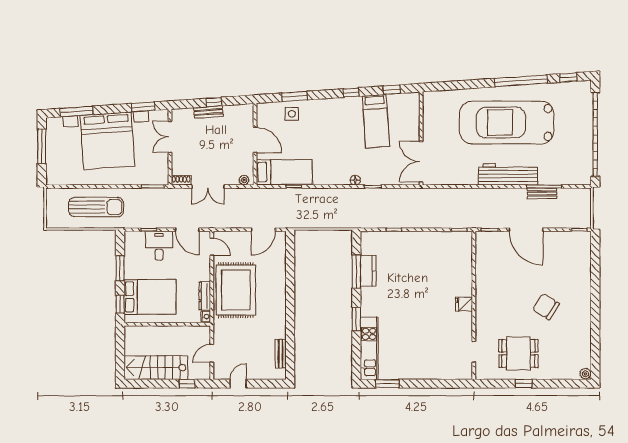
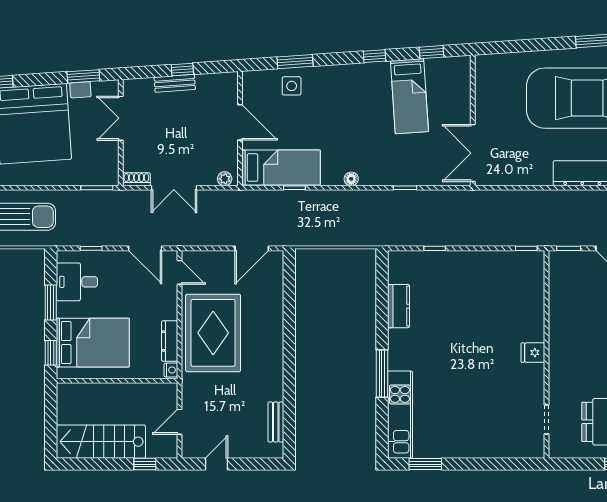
floor lamp: (355, 180) -> (351, 179), moved
desk: (159, 246) -> (77, 282), moved, turned -90
window: (356, 272) -> (382, 307), removed
window: (356, 319) -> (382, 374), width x1.44

